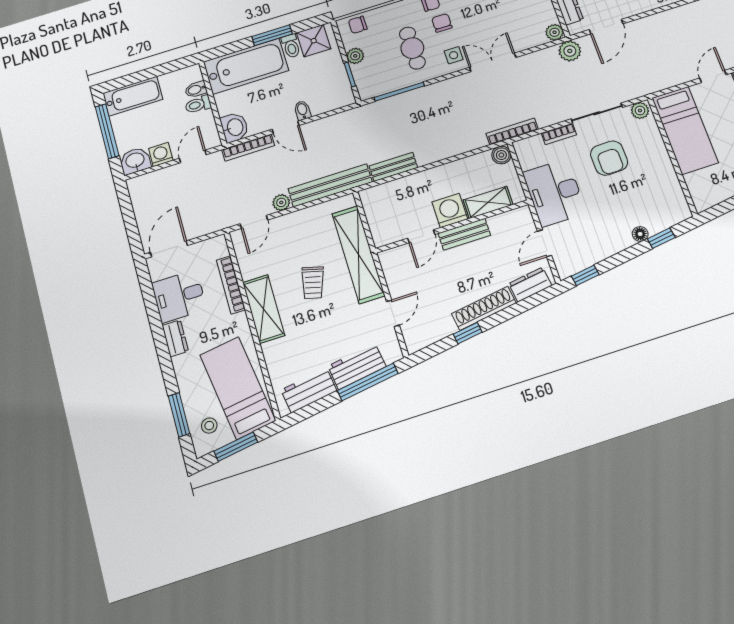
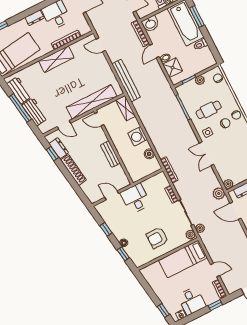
window: (272, 35) -> (197, 17), moved
shower: (314, 41) -> (173, 68), moved
double door: (493, 62) -> (207, 154), swing flipped
boiler: (501, 155) -> (149, 154), moved
armchair: (609, 158) -> (157, 238), moved
bench: (393, 167) -> (141, 111), removed
desk: (554, 193) -> (135, 199), width x0.73
plant: (281, 202) -> (200, 228), moved
shelving: (488, 202) -> (126, 108), moved
washing machine: (450, 211) -> (138, 136), moved, turned 180
door: (421, 236) -> (99, 119), moved
window: (585, 275) -> (106, 229), moved
trolley: (313, 283) -> (74, 82), removed
dresser: (530, 285) -> (59, 148), moved
window: (468, 333) -> (52, 154), moved
window: (368, 382) -> (20, 108), moved

